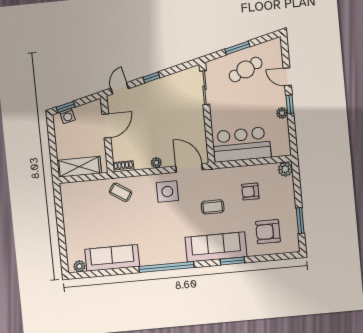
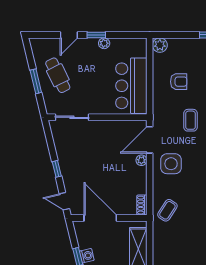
door: (106, 126) -> (100, 218), width x1.36
plant: (156, 163) -> (141, 160), moved
armchair: (250, 192) -> (179, 82), turned -90

